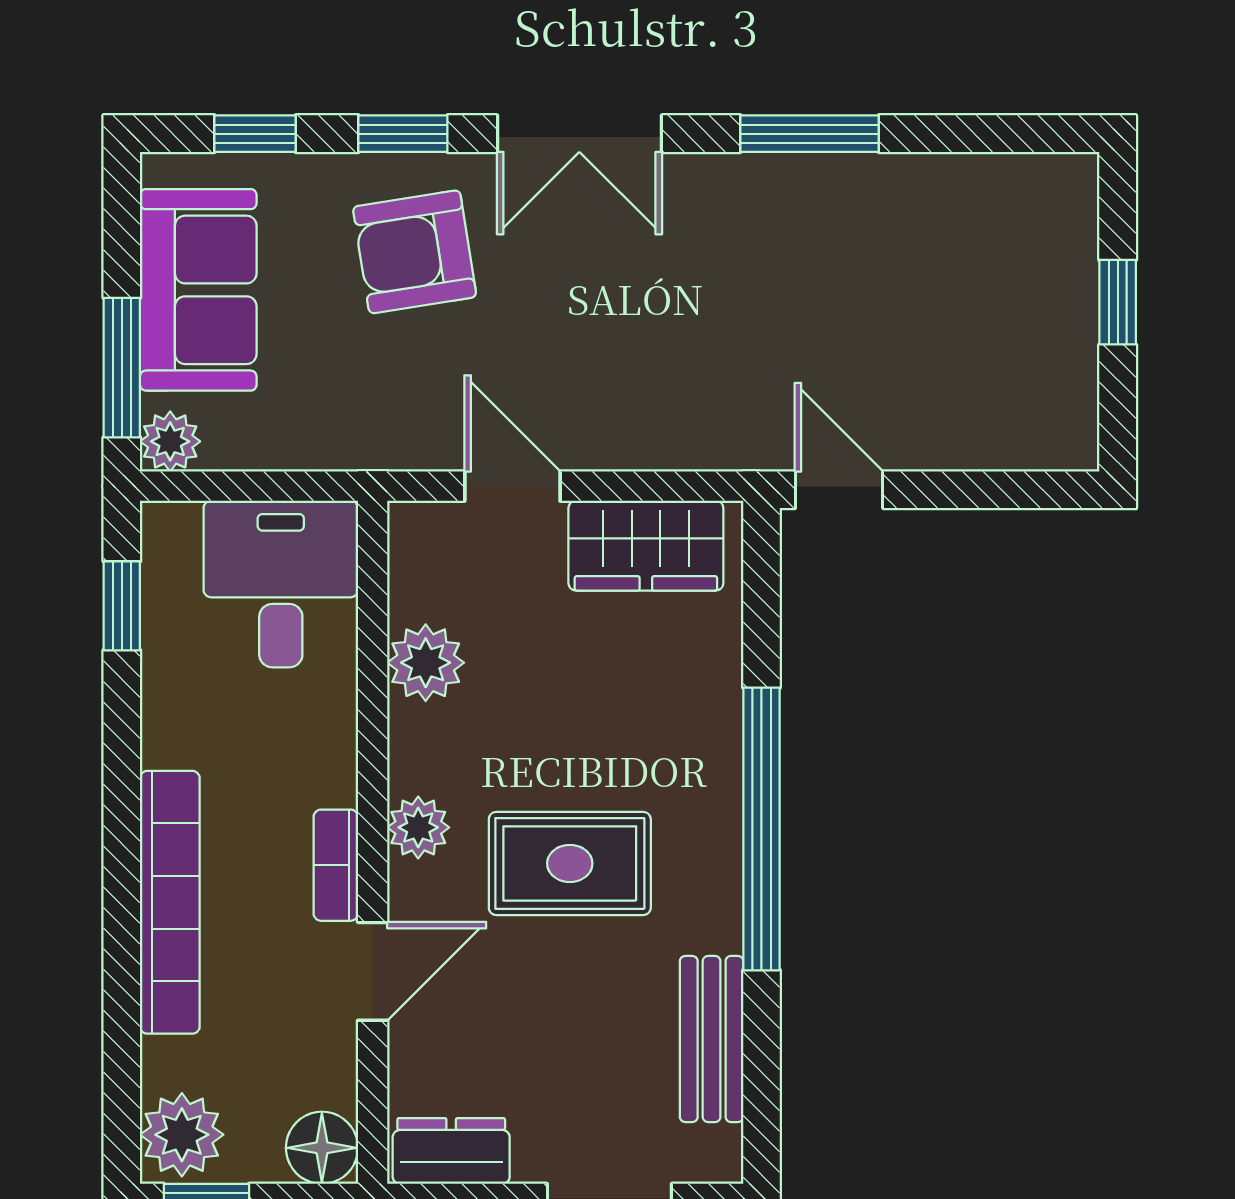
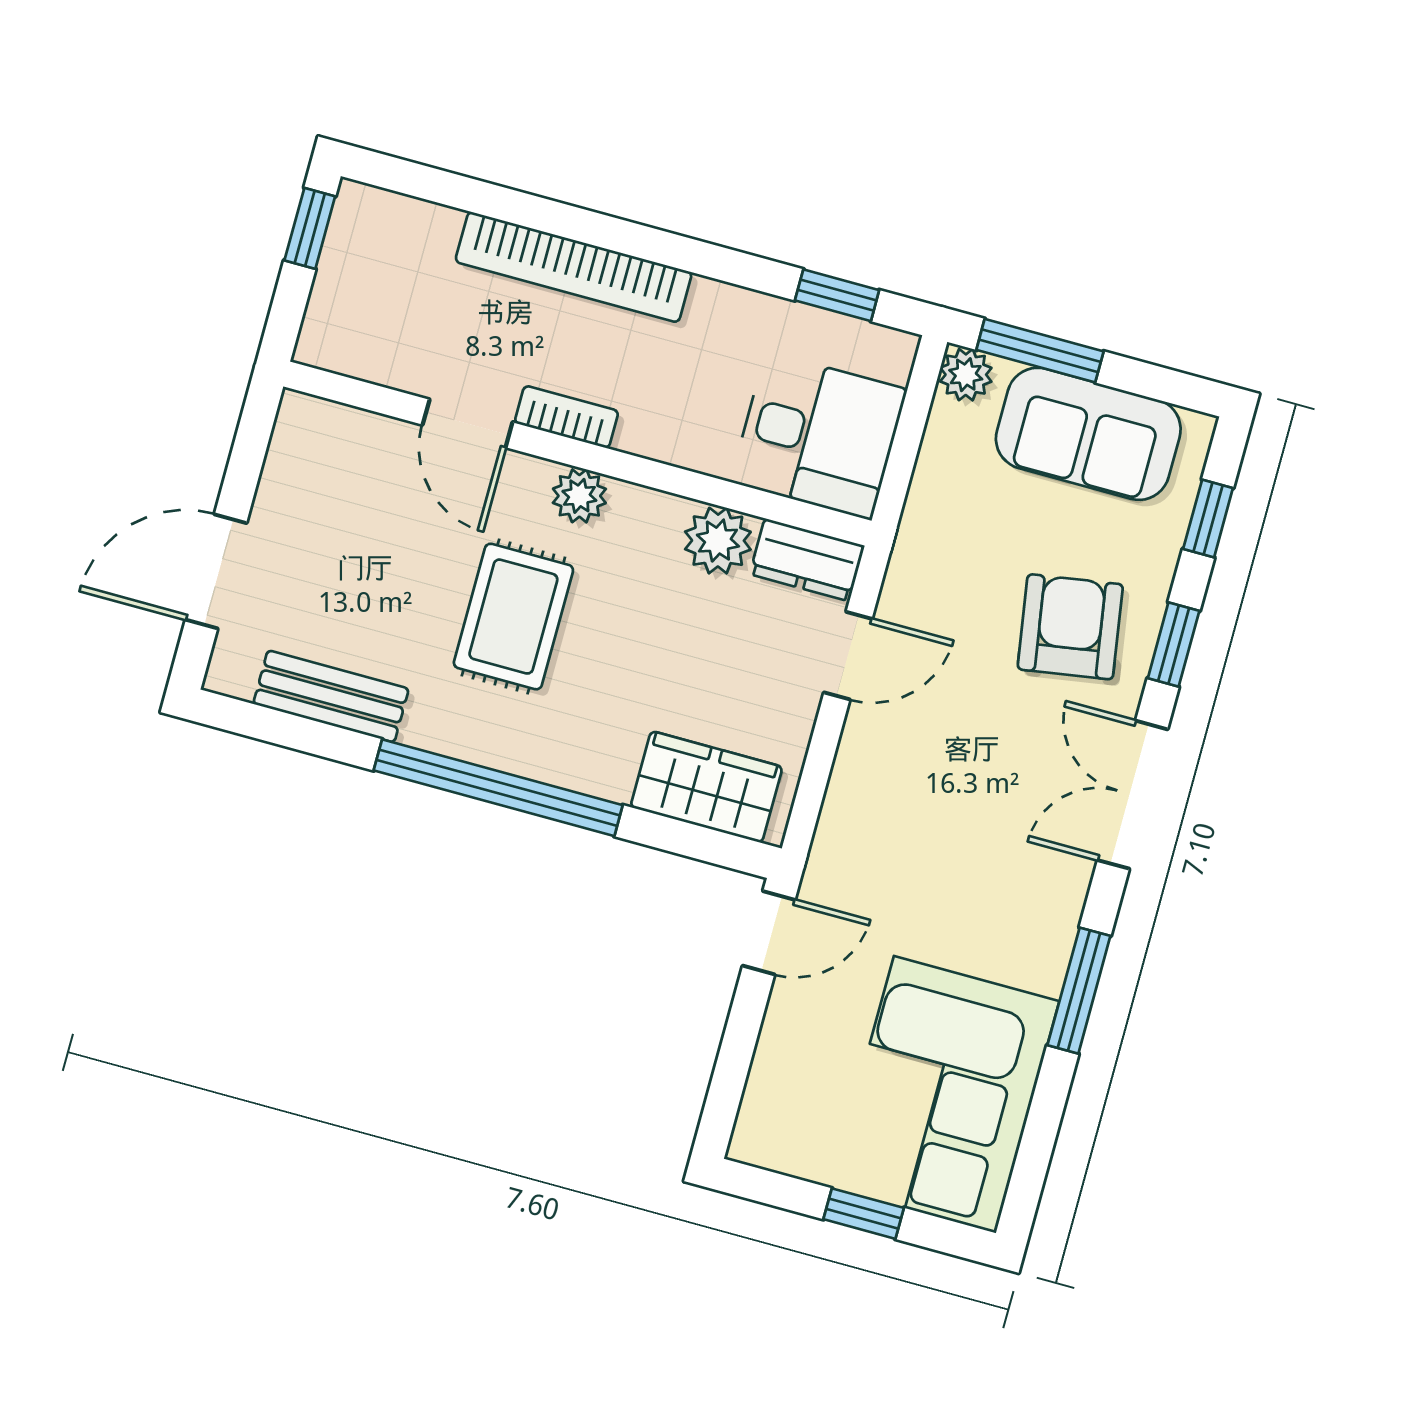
corner sofa: (963, 249) -> (945, 1094), added
wardrobe: (646, 546) -> (706, 787), moved, turned 90
plant: (182, 1135) -> (373, 223), removed
floor lamp: (322, 1148) -> (329, 339), removed
dresser: (451, 1151) -> (807, 560), moved, turned 90

